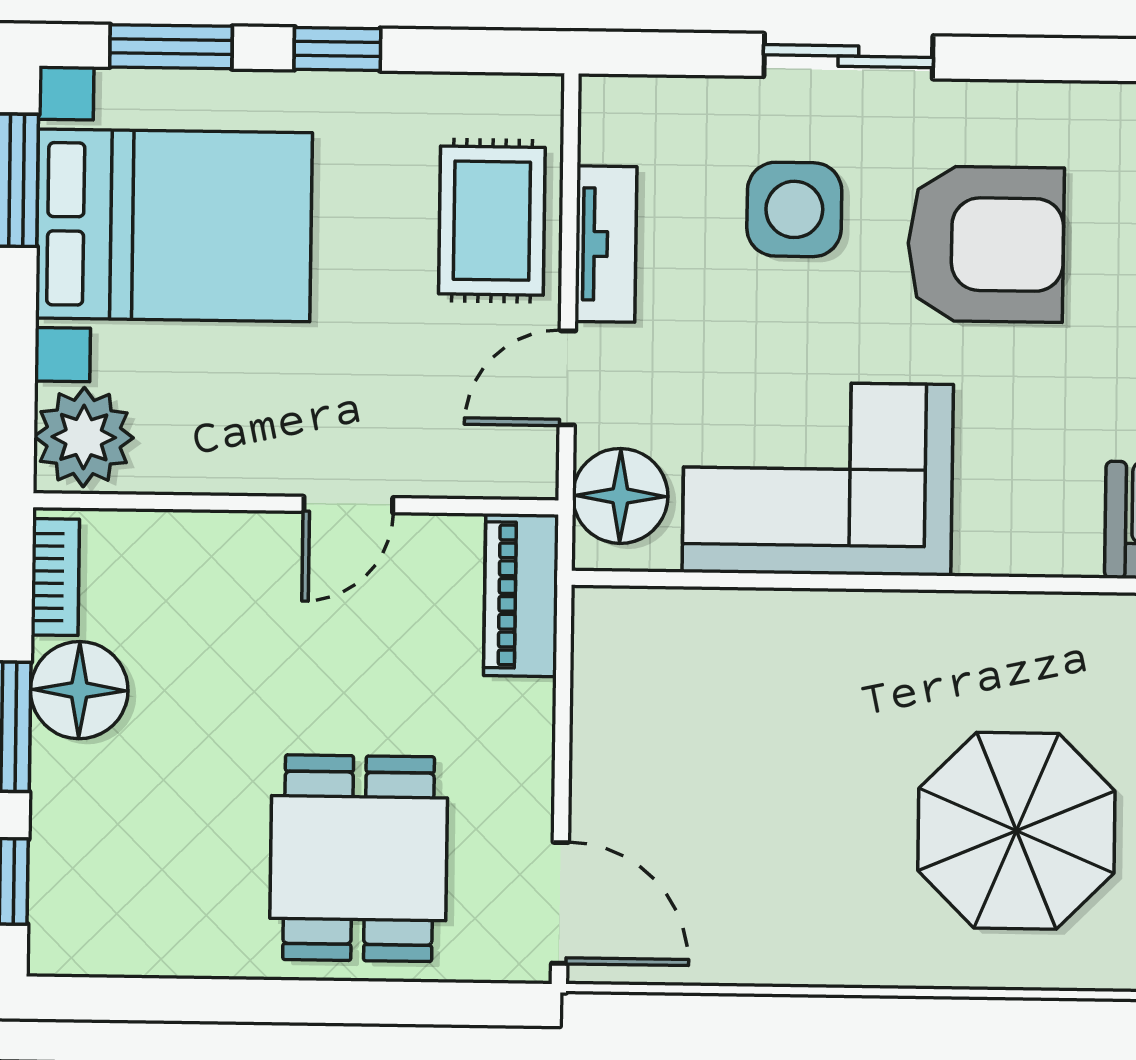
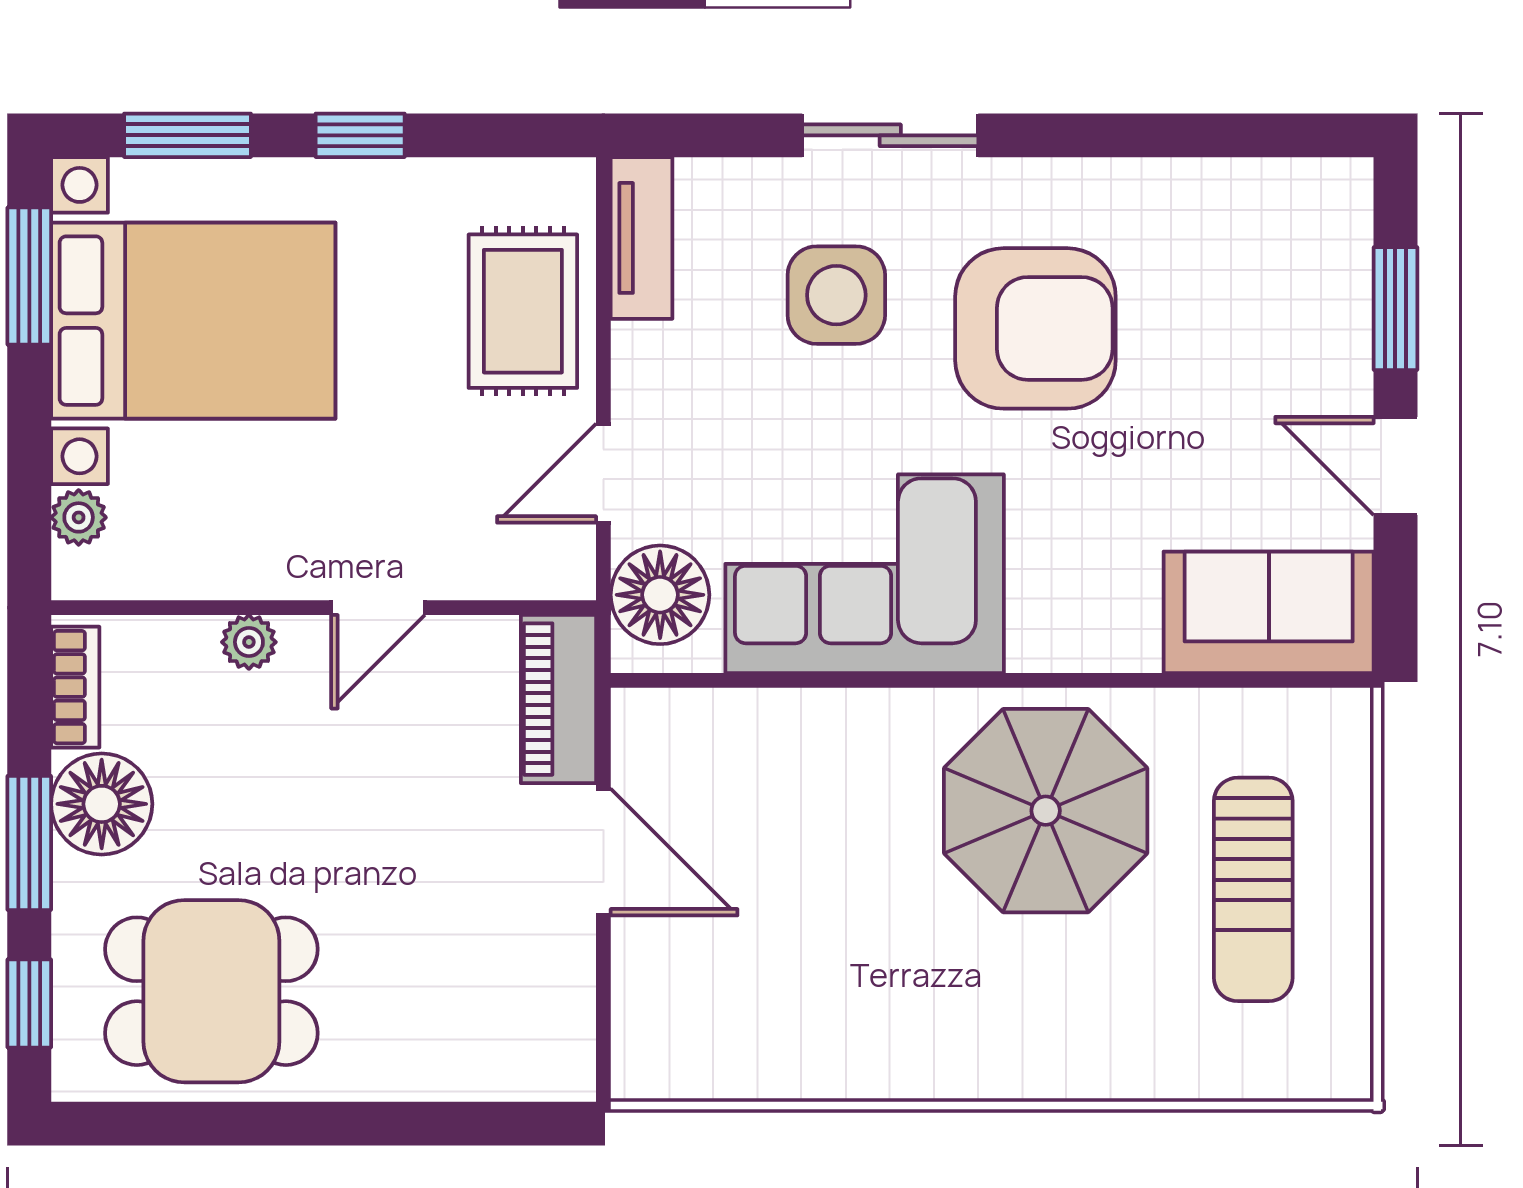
tv unit: (606, 244) -> (642, 238), moved
plant: (84, 437) -> (79, 517), width x0.53, depth x0.53
plant: (223, 536) -> (249, 642), added
parasol: (1016, 831) -> (1046, 811), moved
dining table: (359, 858) -> (211, 991), moved, turned 90
door: (560, 903) -> (603, 852), moved

